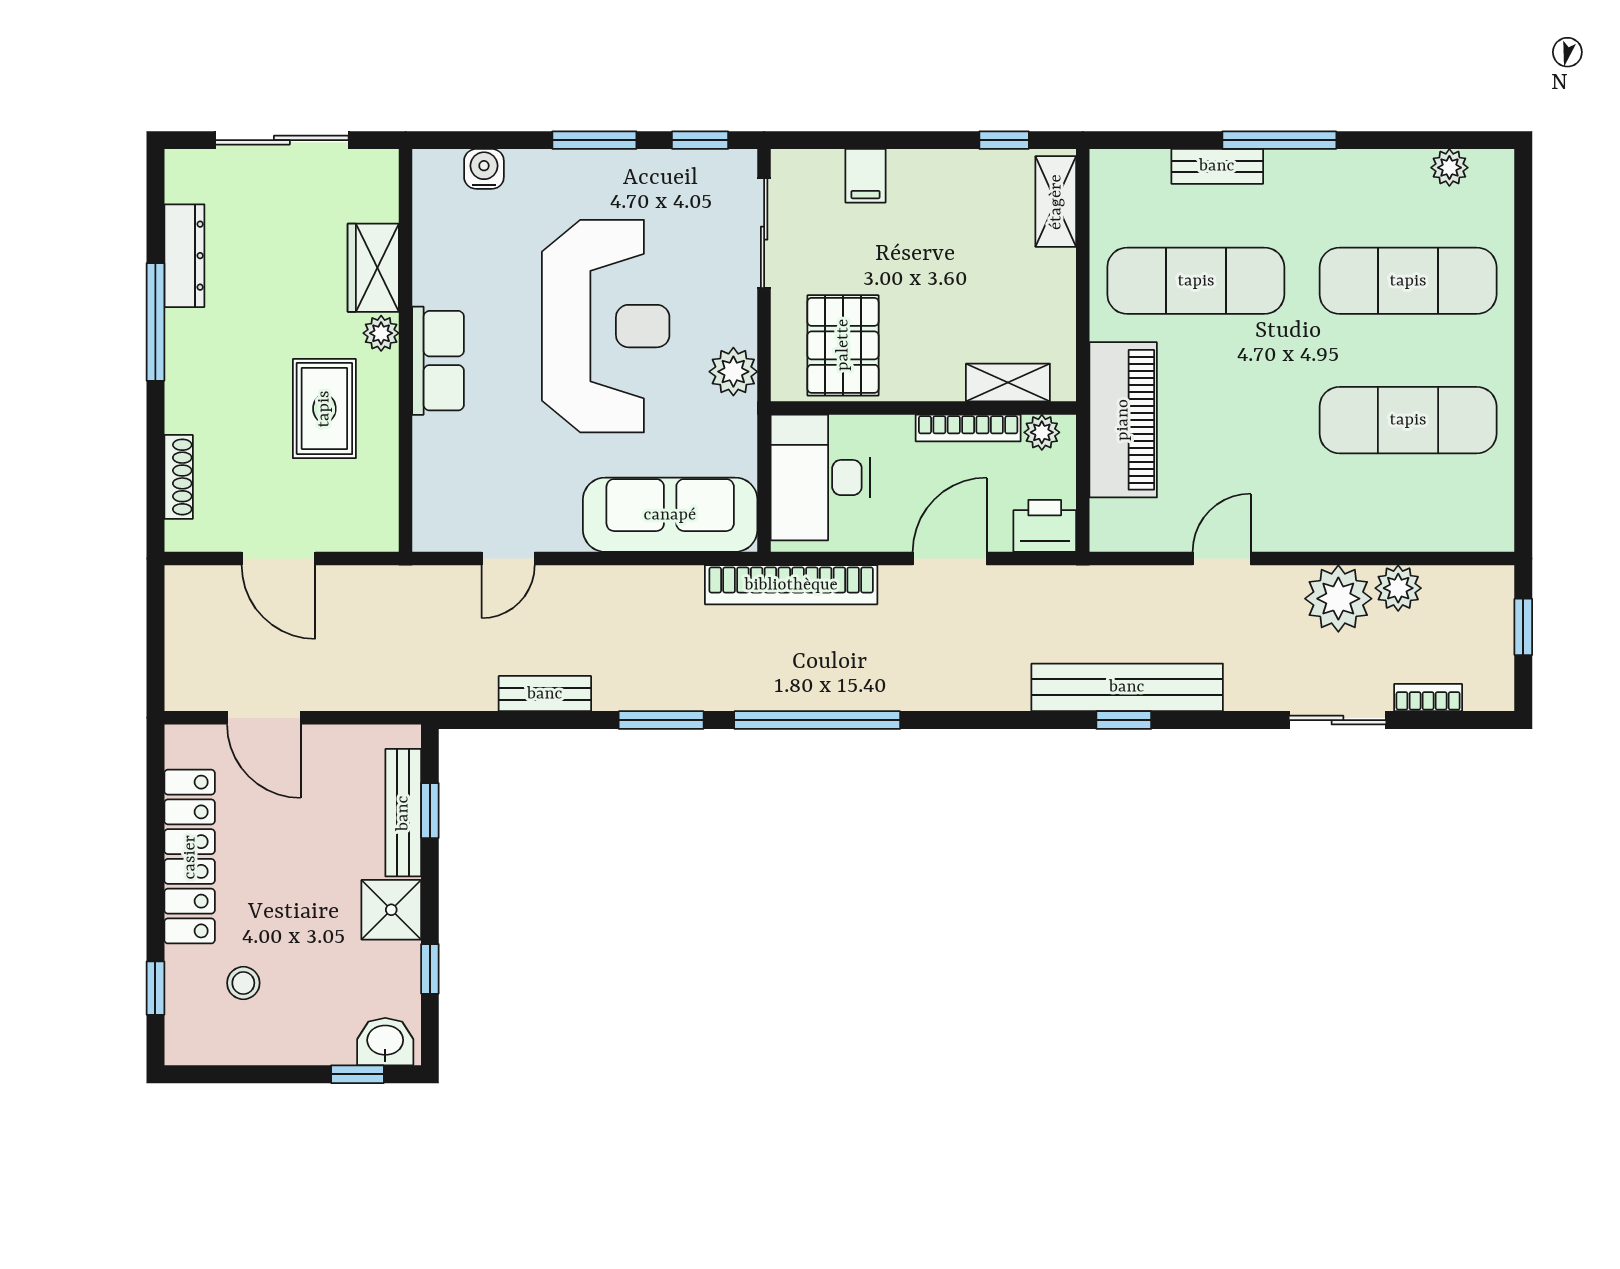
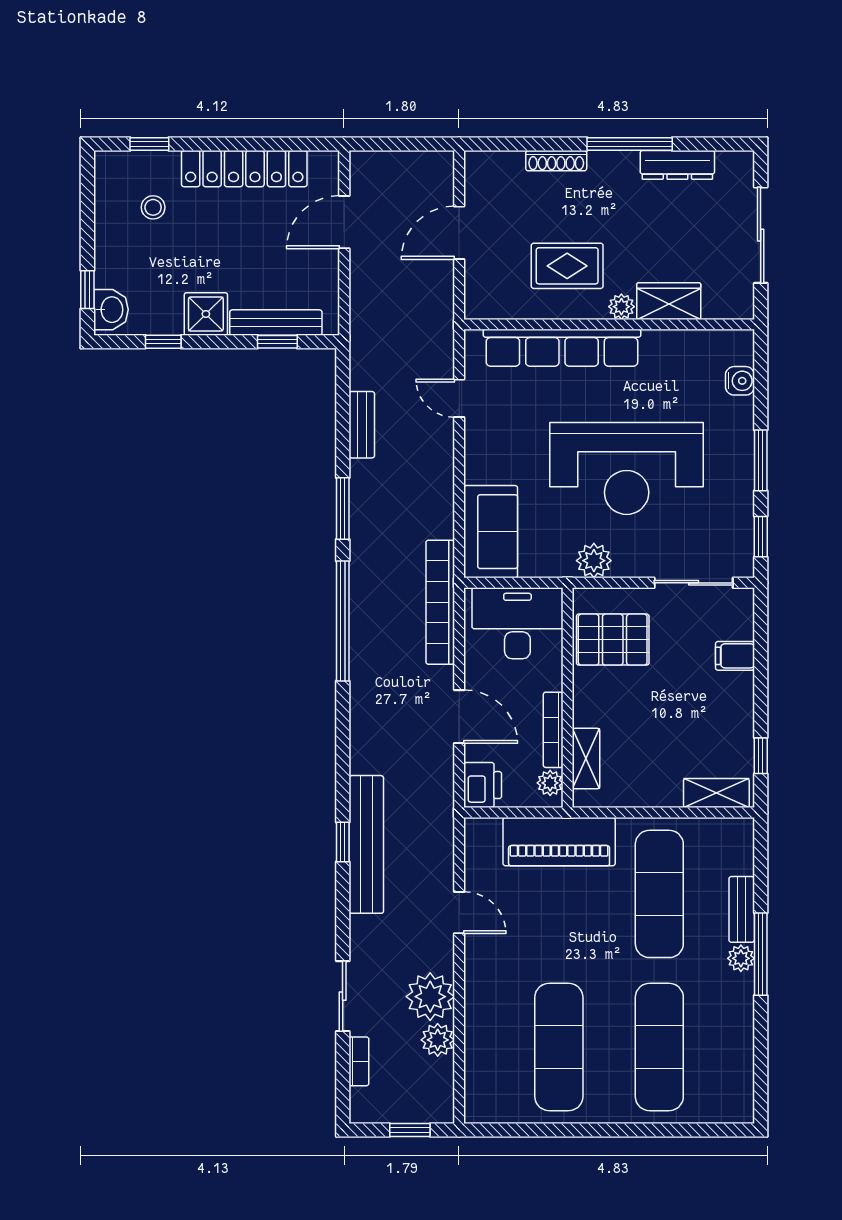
plant: (1449, 168) -> (741, 958), moved
row of seats: (438, 361) -> (562, 348), width x2.02
shoe rack: (179, 477) -> (556, 161), moved
sofa: (670, 515) -> (491, 532), width x0.73

